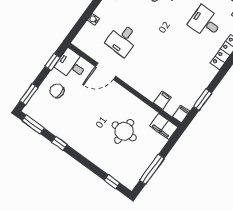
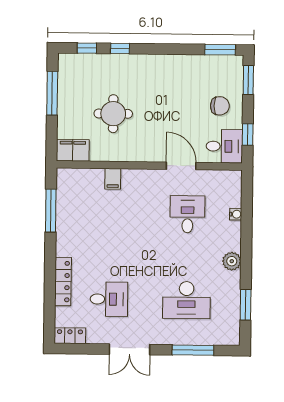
door: (106, 71) -> (181, 166), hinge flipped
filing cabinet: (162, 100) -> (113, 179), moved
window: (203, 100) -> (51, 211), width x1.44
filing cabinet: (181, 114) -> (64, 178), removed
window: (59, 143) -> (120, 48), moved

